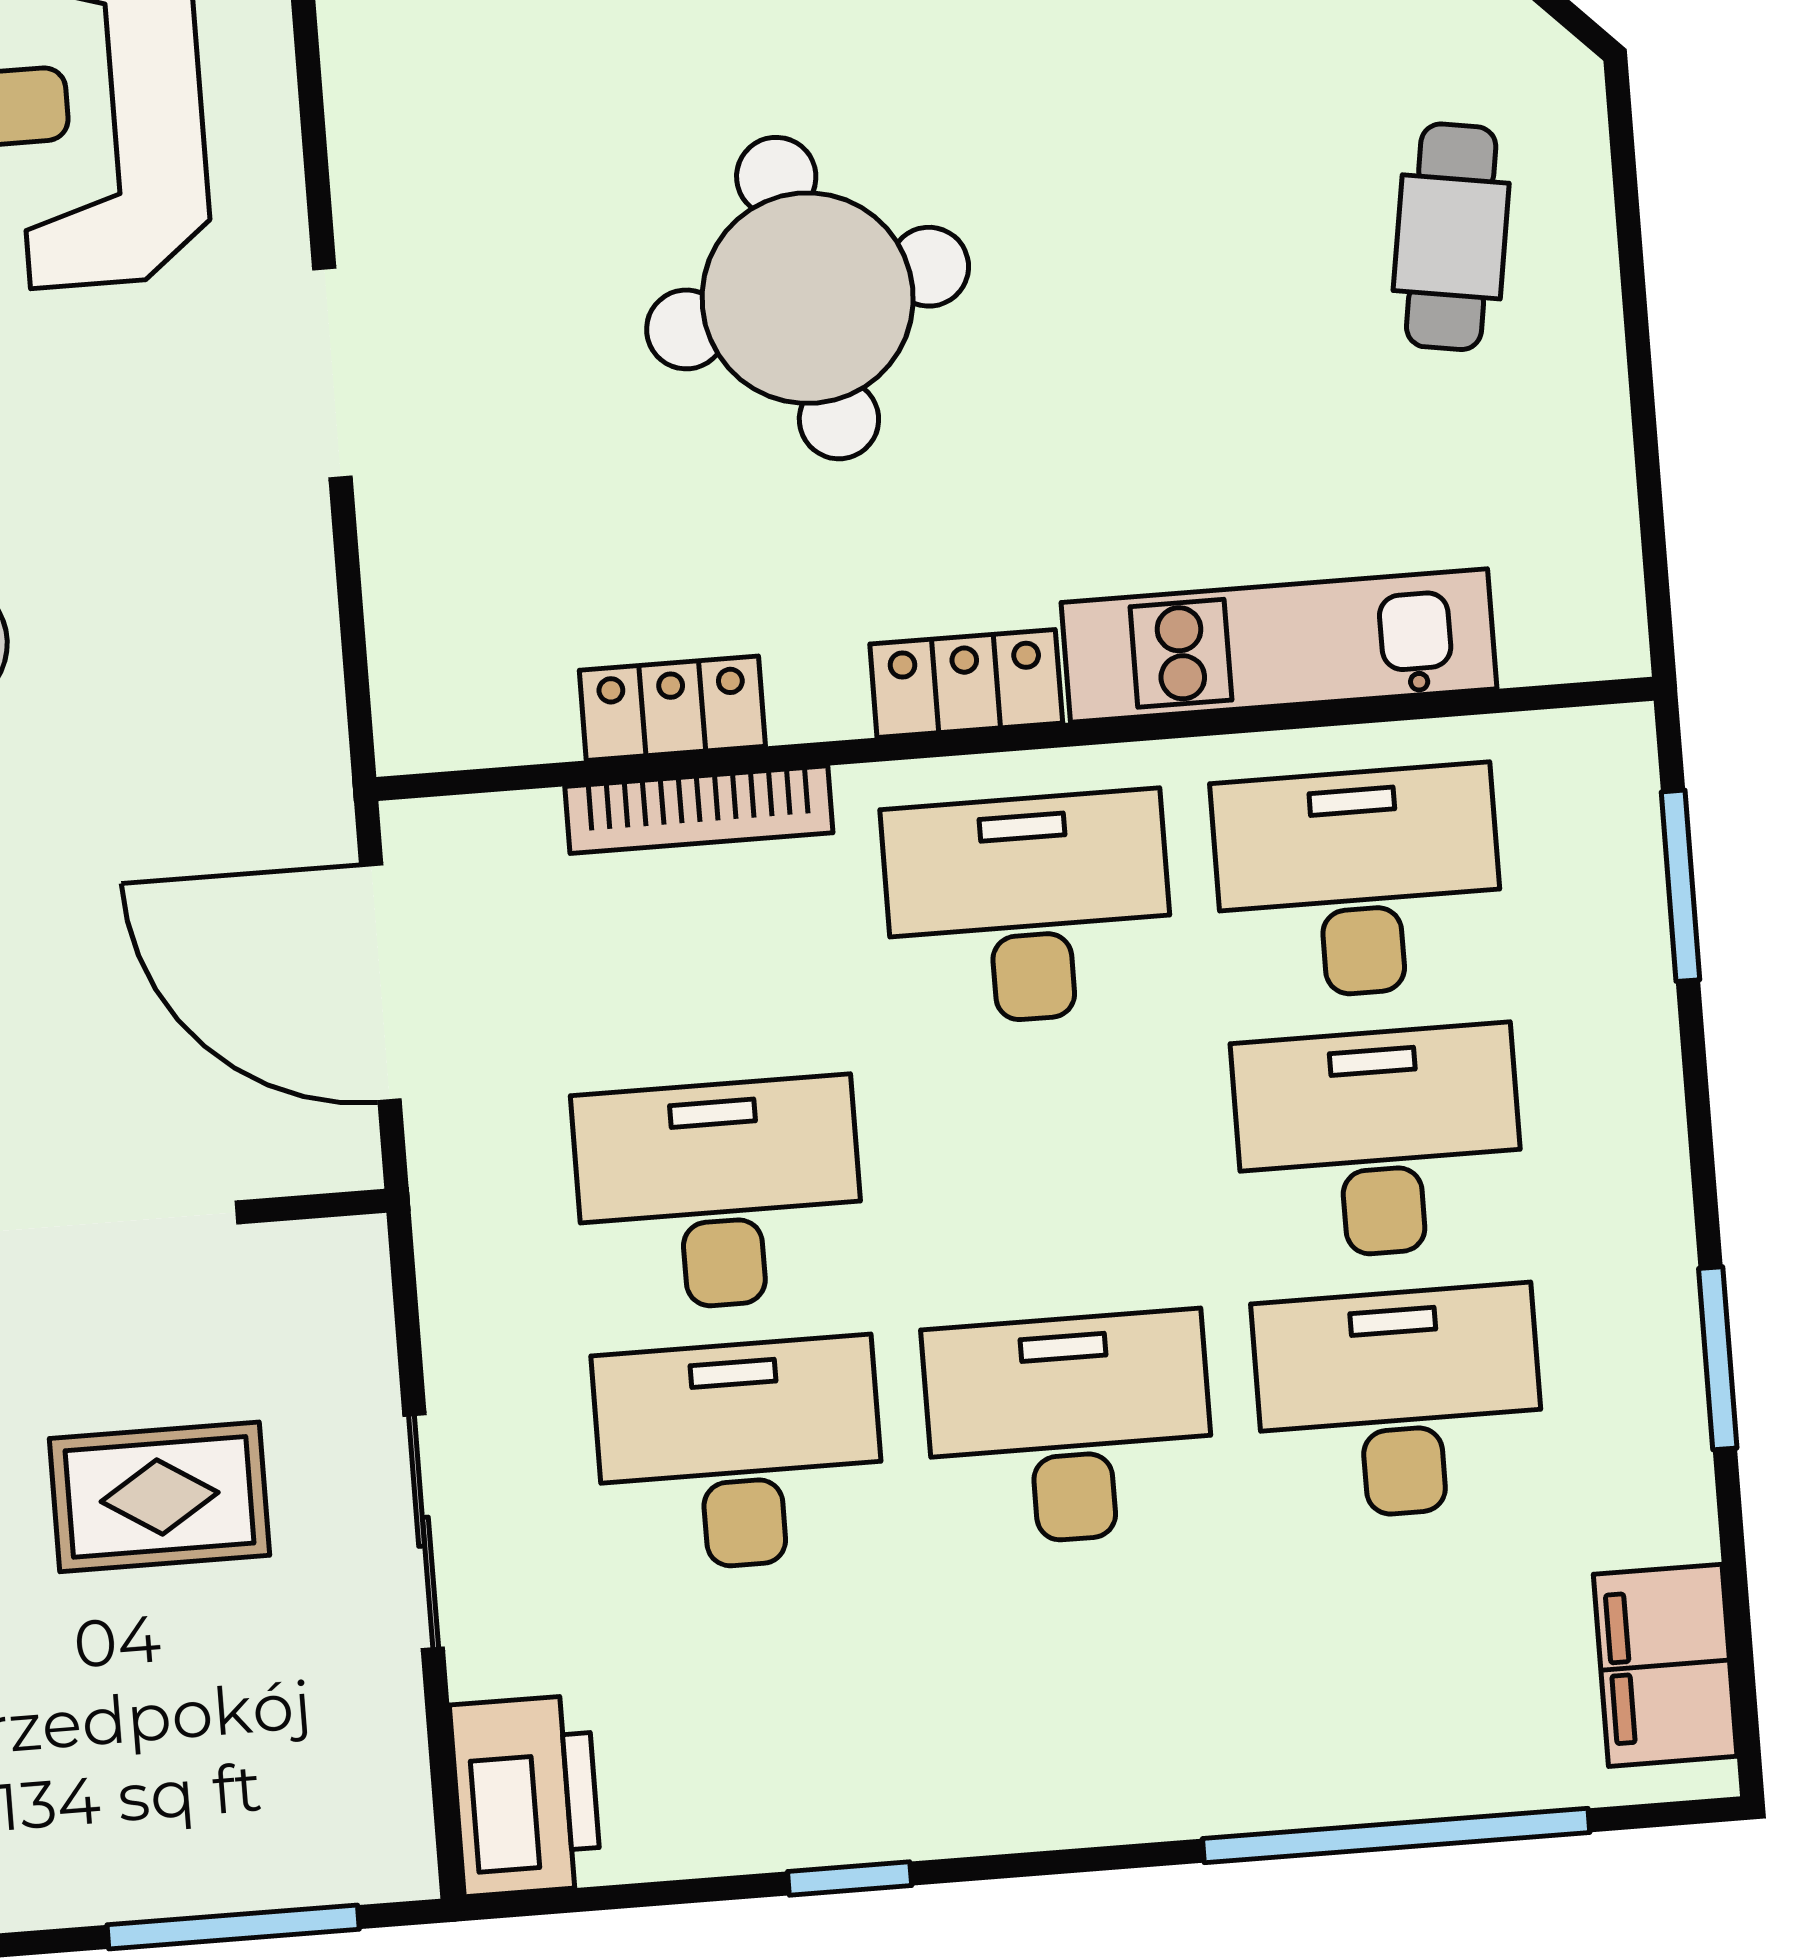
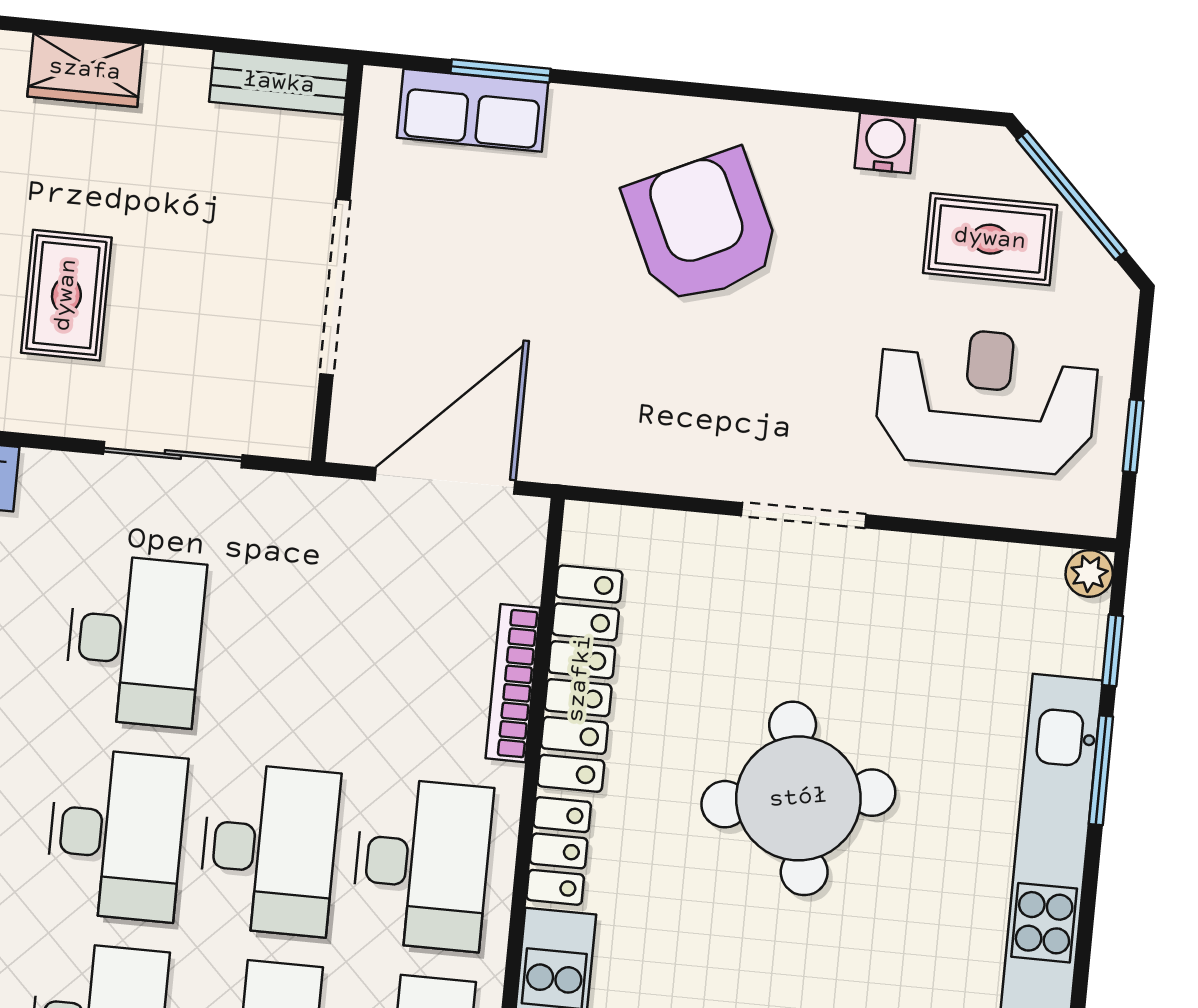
locker: (672, 708) -> (580, 679), width x2.16, depth x1.21
desk: (719, 1195) -> (269, 849), moved
rug: (160, 1497) -> (66, 295), moved
sliding door: (424, 1532) -> (173, 455), moved

